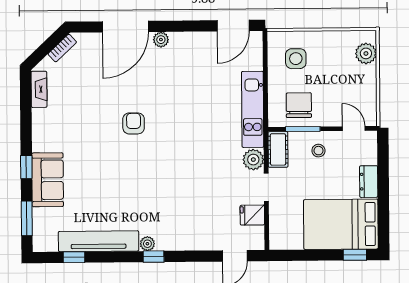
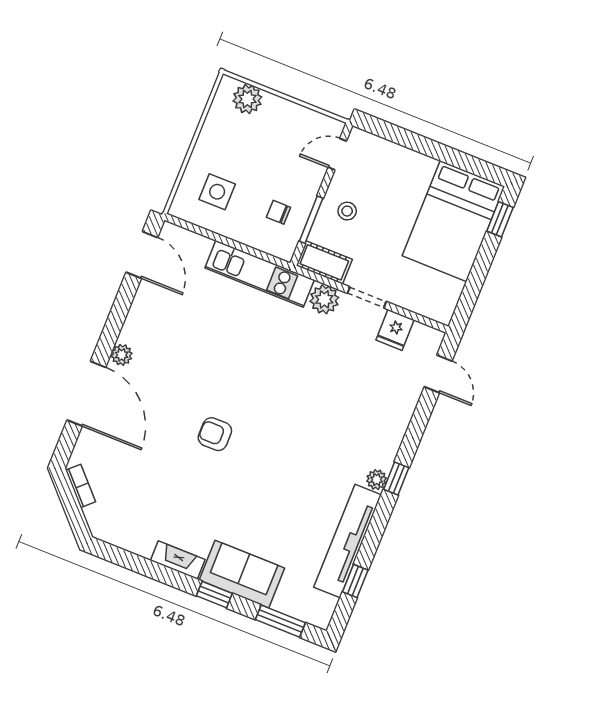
fireplace: (39, 89) -> (178, 560), moved
chair: (299, 105) -> (278, 212), width x0.54, depth x0.54
dresser: (369, 182) -> (413, 163), removed

